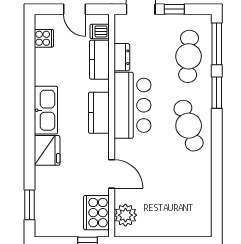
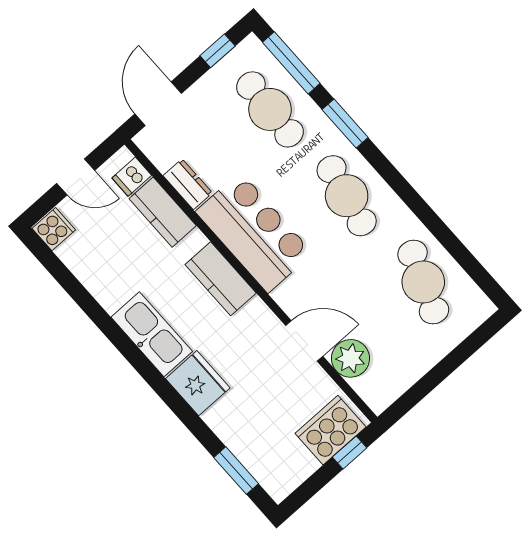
window: (174, 9) -> (218, 51), moved
cooker: (44, 38) -> (54, 229), moved
cafe table: (189, 126) -> (347, 196), turned 30
cafe table: (189, 195) -> (423, 282), added
cooker: (96, 213) -> (331, 430), moved, turned 90
plant: (125, 215) -> (350, 358), moved

